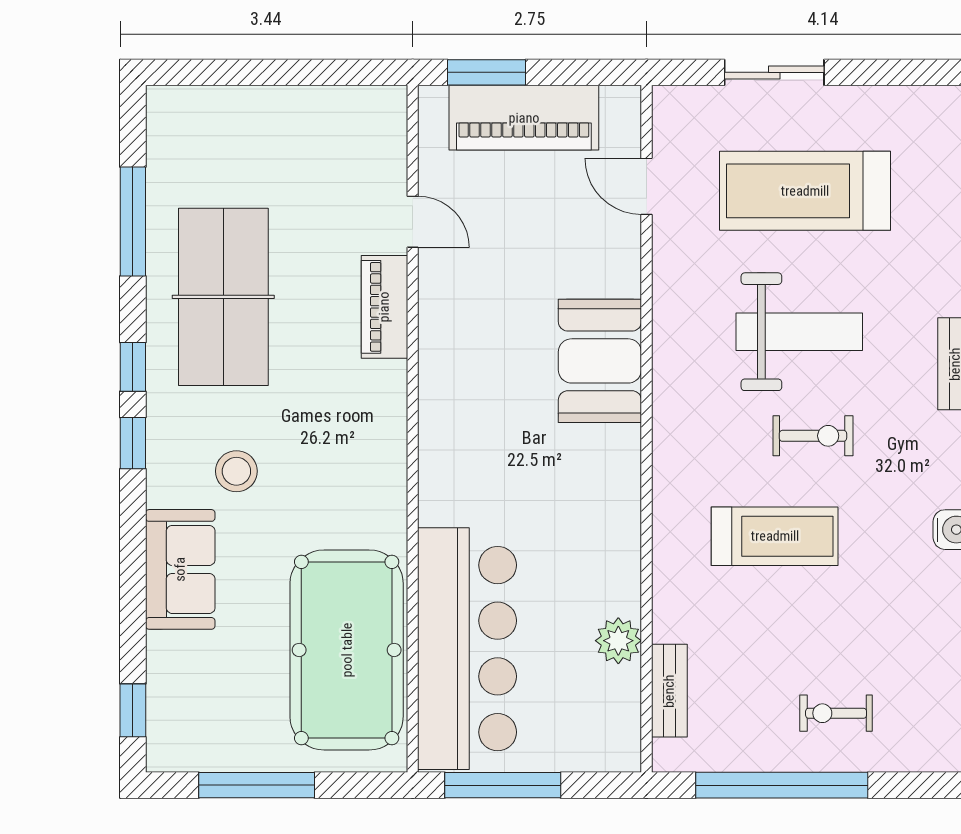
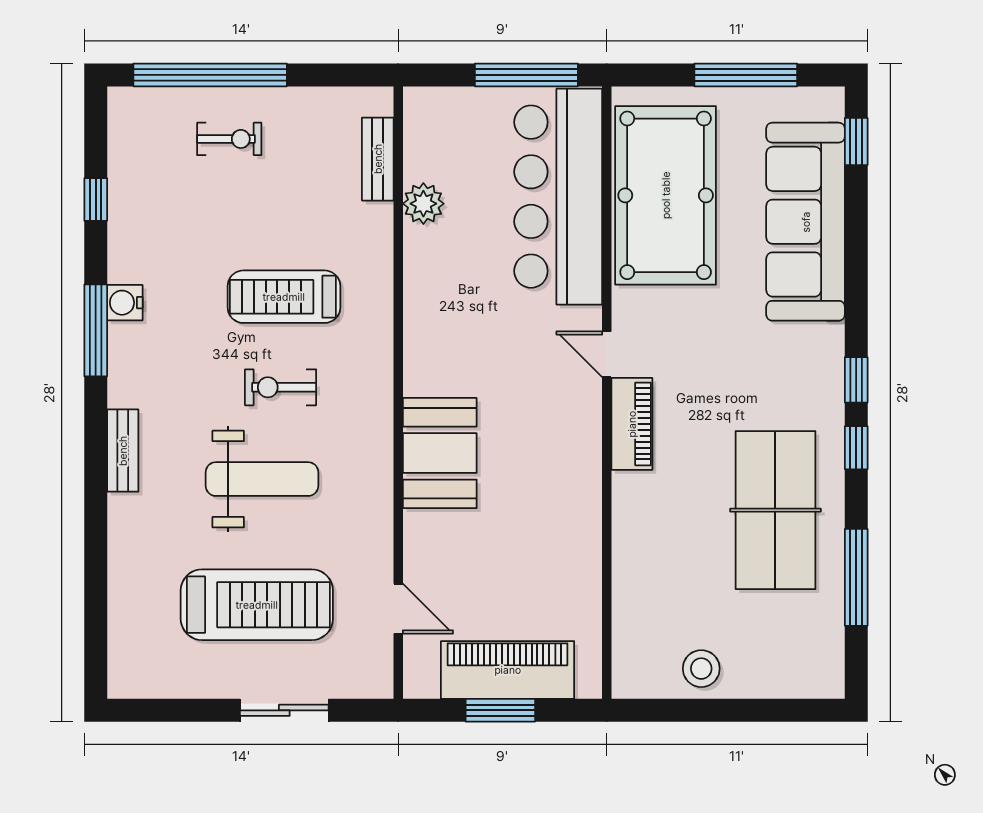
window: (486, 72) -> (500, 710), moved
door: (413, 222) -> (607, 354), moved
piano: (384, 307) -> (632, 424), moved
weight bench: (799, 332) -> (262, 479), turned 180
exercise bike: (813, 436) -> (281, 387), moved
stool: (236, 471) -> (701, 669), moved
sofa: (180, 569) -> (806, 222), width x1.85, depth x1.27
window: (782, 785) -> (210, 75), moved

